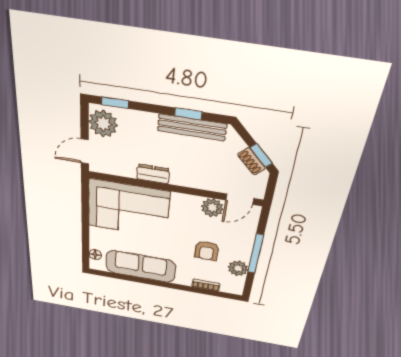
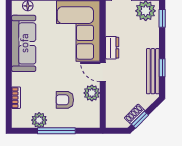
door: (240, 199) -> (103, 72), moved
armchair: (207, 251) -> (65, 100), moved

